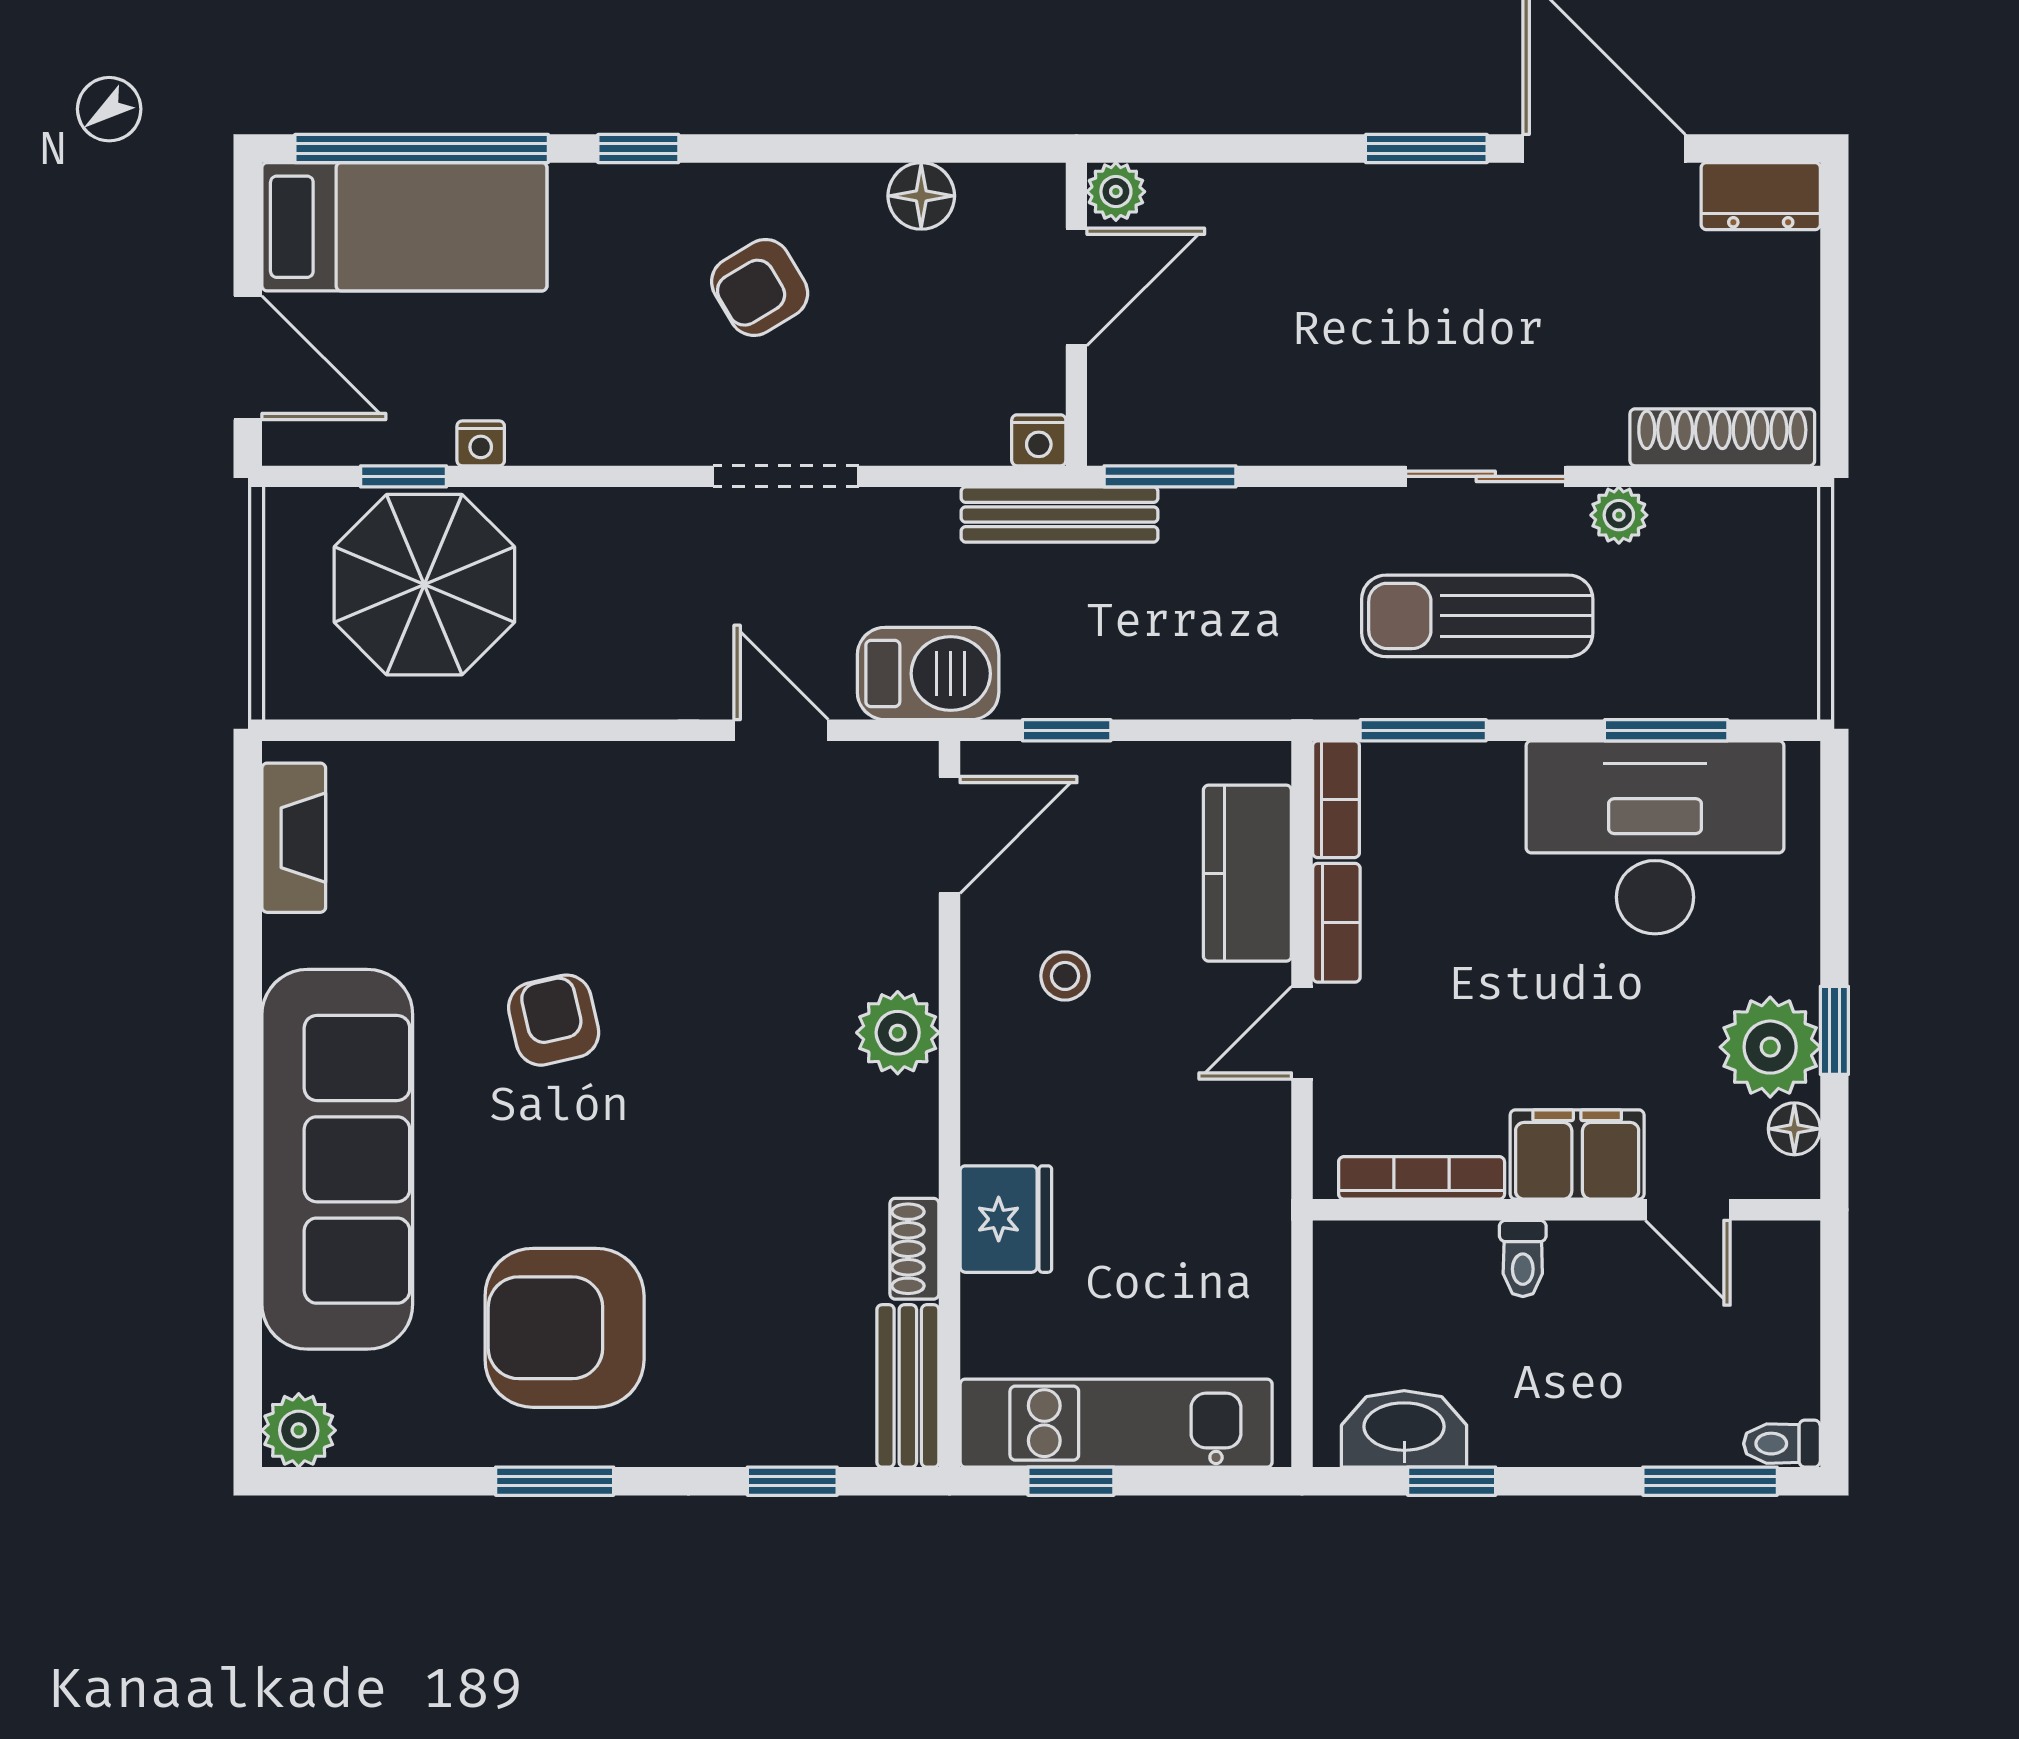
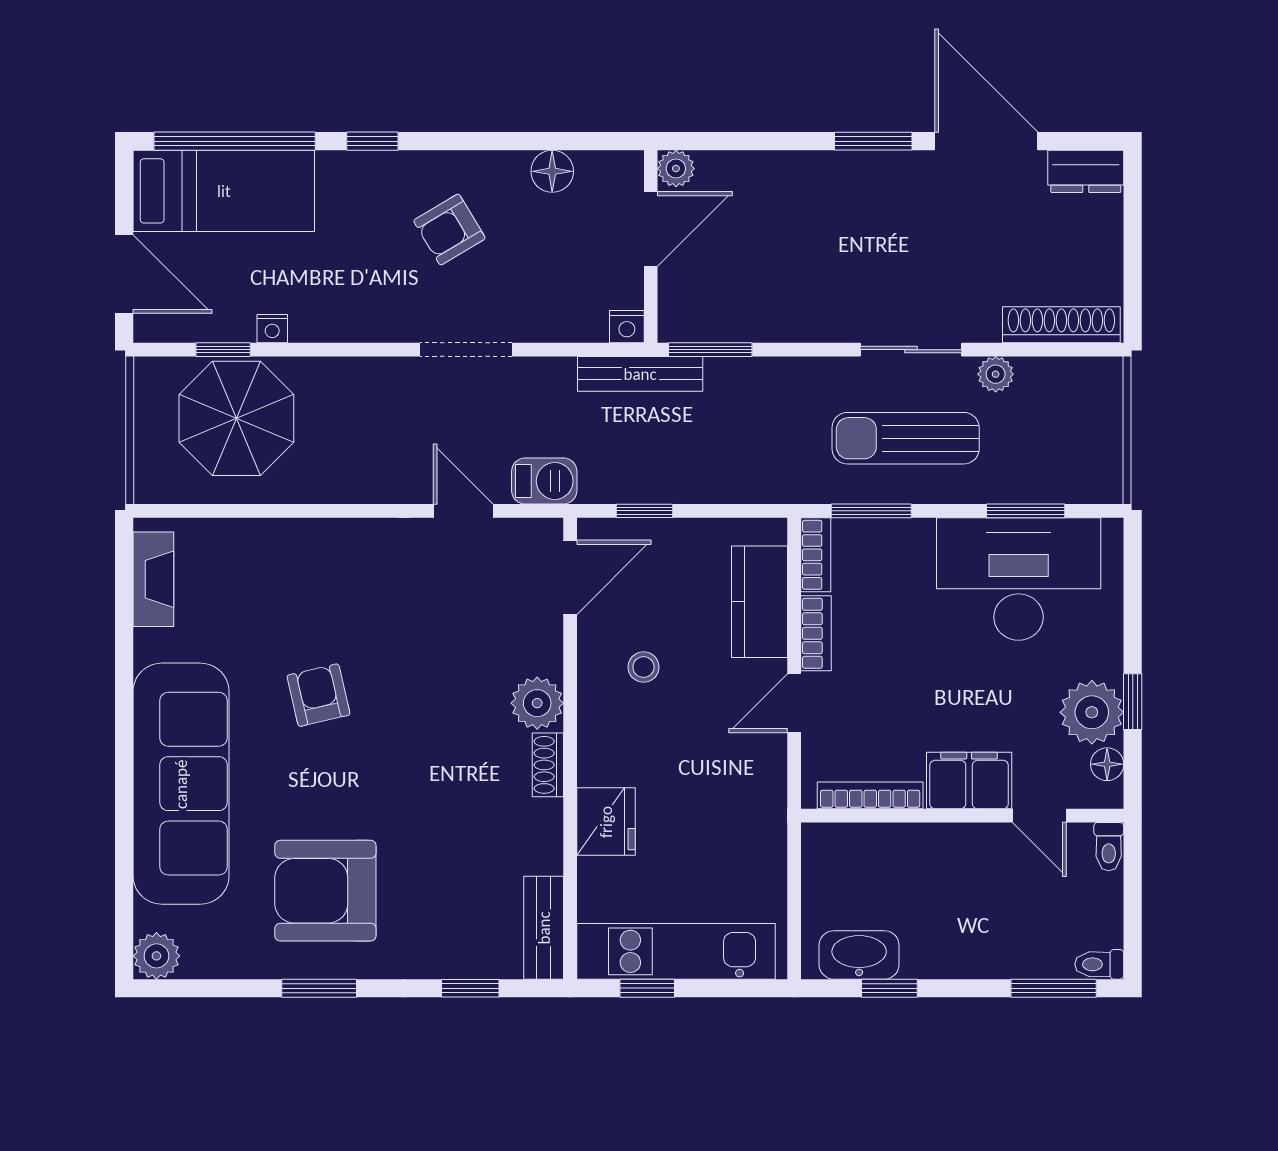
barbecue: (928, 674) -> (544, 481), width x0.73, depth x0.79
shoe rack: (914, 1249) -> (548, 765), moved
toilet: (1523, 1258) -> (1109, 847), moved

